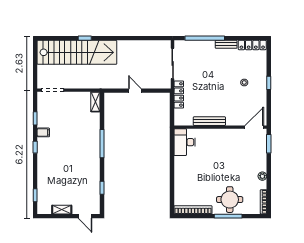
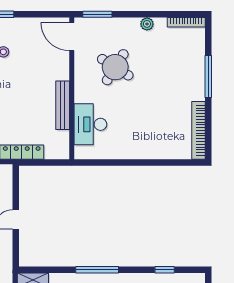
desk: (185, 142) -> (90, 124), moved, turned 90
round table: (230, 200) -> (115, 67), moved, turned 32

